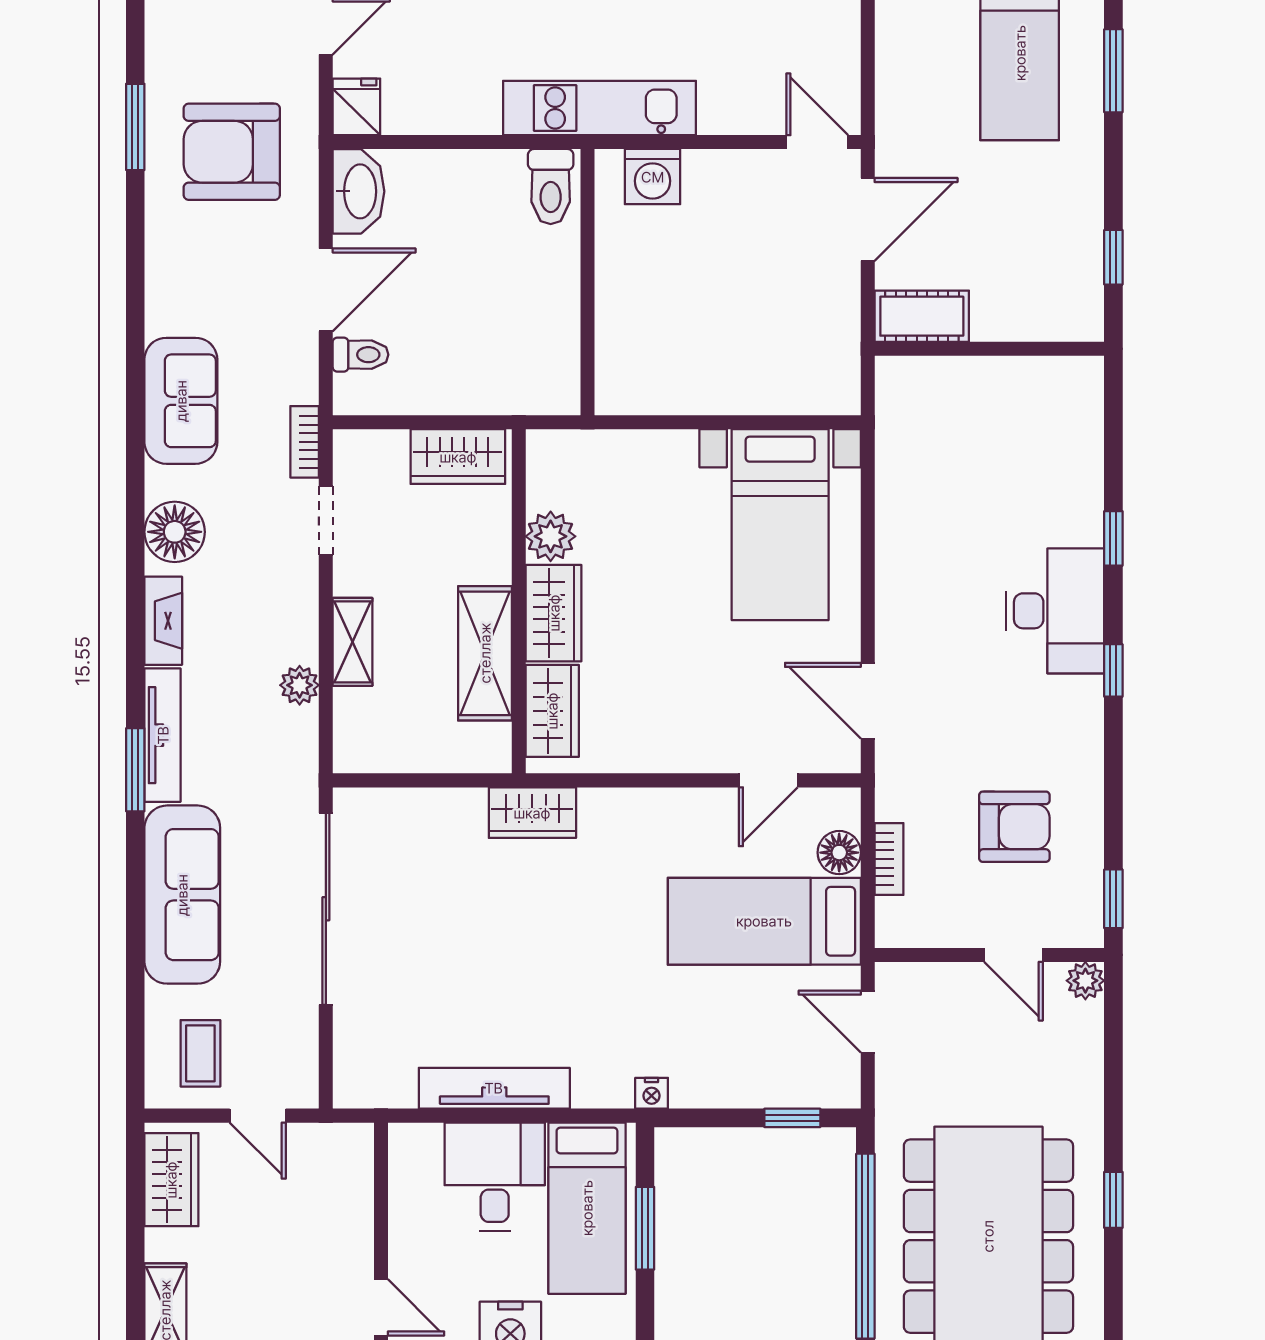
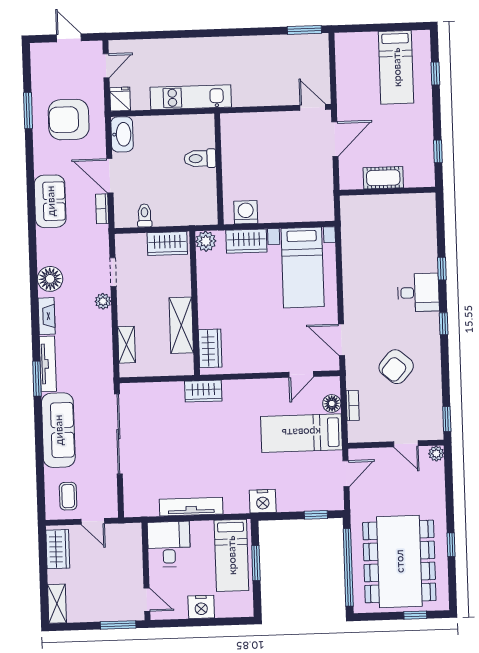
window: (1113, 71) -> (435, 74), width x0.67
kitchen unit: (600, 108) -> (191, 97), moved
washing machine: (653, 177) -> (246, 212), moved, turned 180
toilet: (551, 187) -> (200, 158), moved, turned 90
door: (326, 290) -> (110, 176), swing flipped
cot: (922, 316) -> (383, 178), moved
toilet: (361, 355) -> (145, 215), moved, turned -90
sofa: (181, 401) -> (50, 201), moved
bookcase: (305, 442) -> (102, 209), moved
plant: (551, 536) -> (206, 241), moved
desk: (1055, 611) -> (418, 293), width x0.73
wardrobe: (554, 613) -> (246, 241), moved, turned 90
shelving: (352, 642) -> (127, 345), moved
plant: (300, 685) -> (103, 301), moved
armchair: (1014, 827) -> (396, 367), moved, turned 131
door: (868, 1022) -> (346, 474), swing flipped
nightstand: (652, 1093) -> (263, 501), width x1.89, depth x1.79
desk: (495, 1177) -> (169, 544), moved

